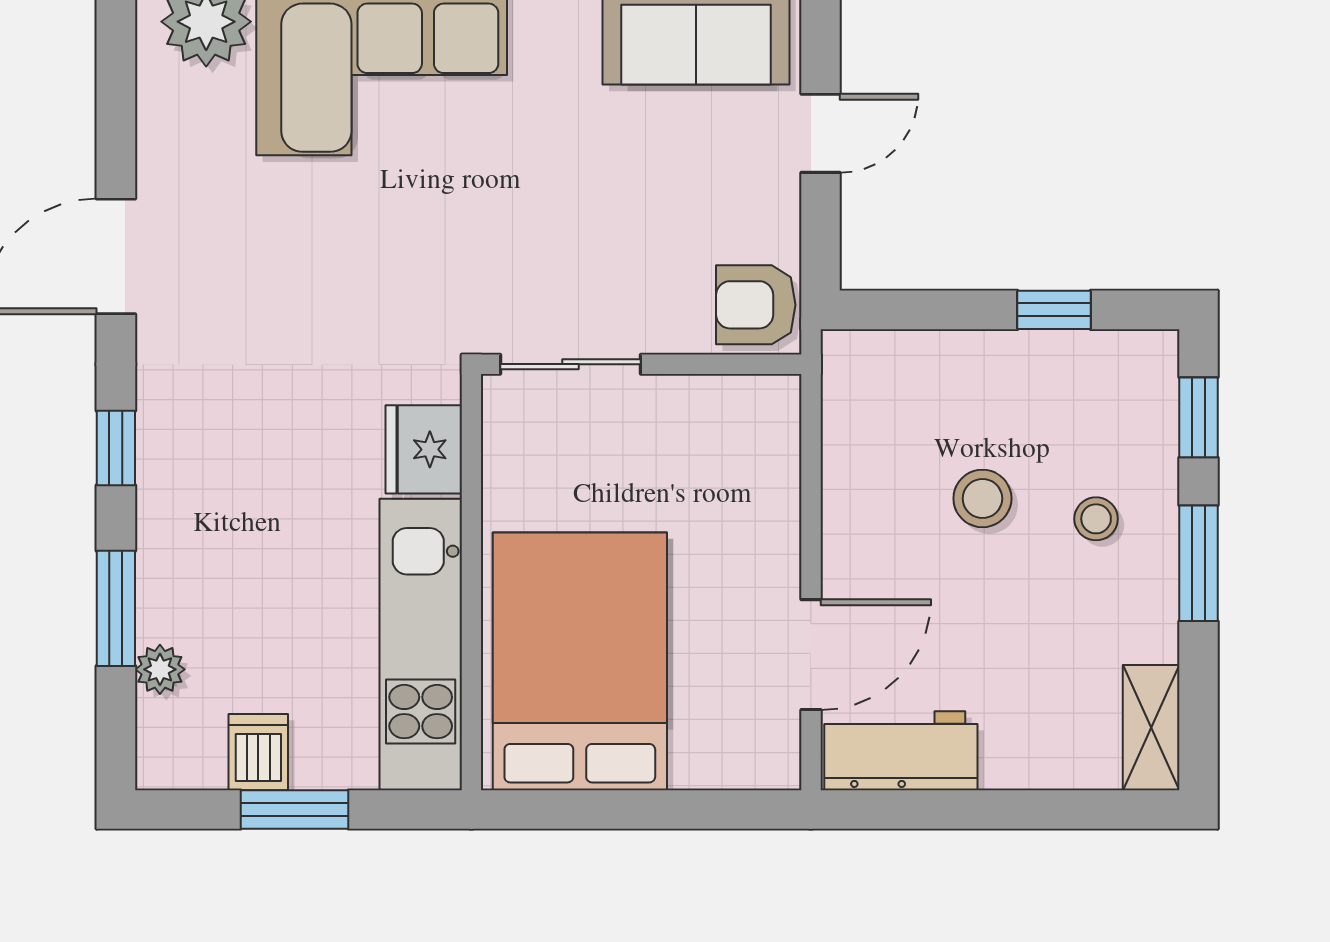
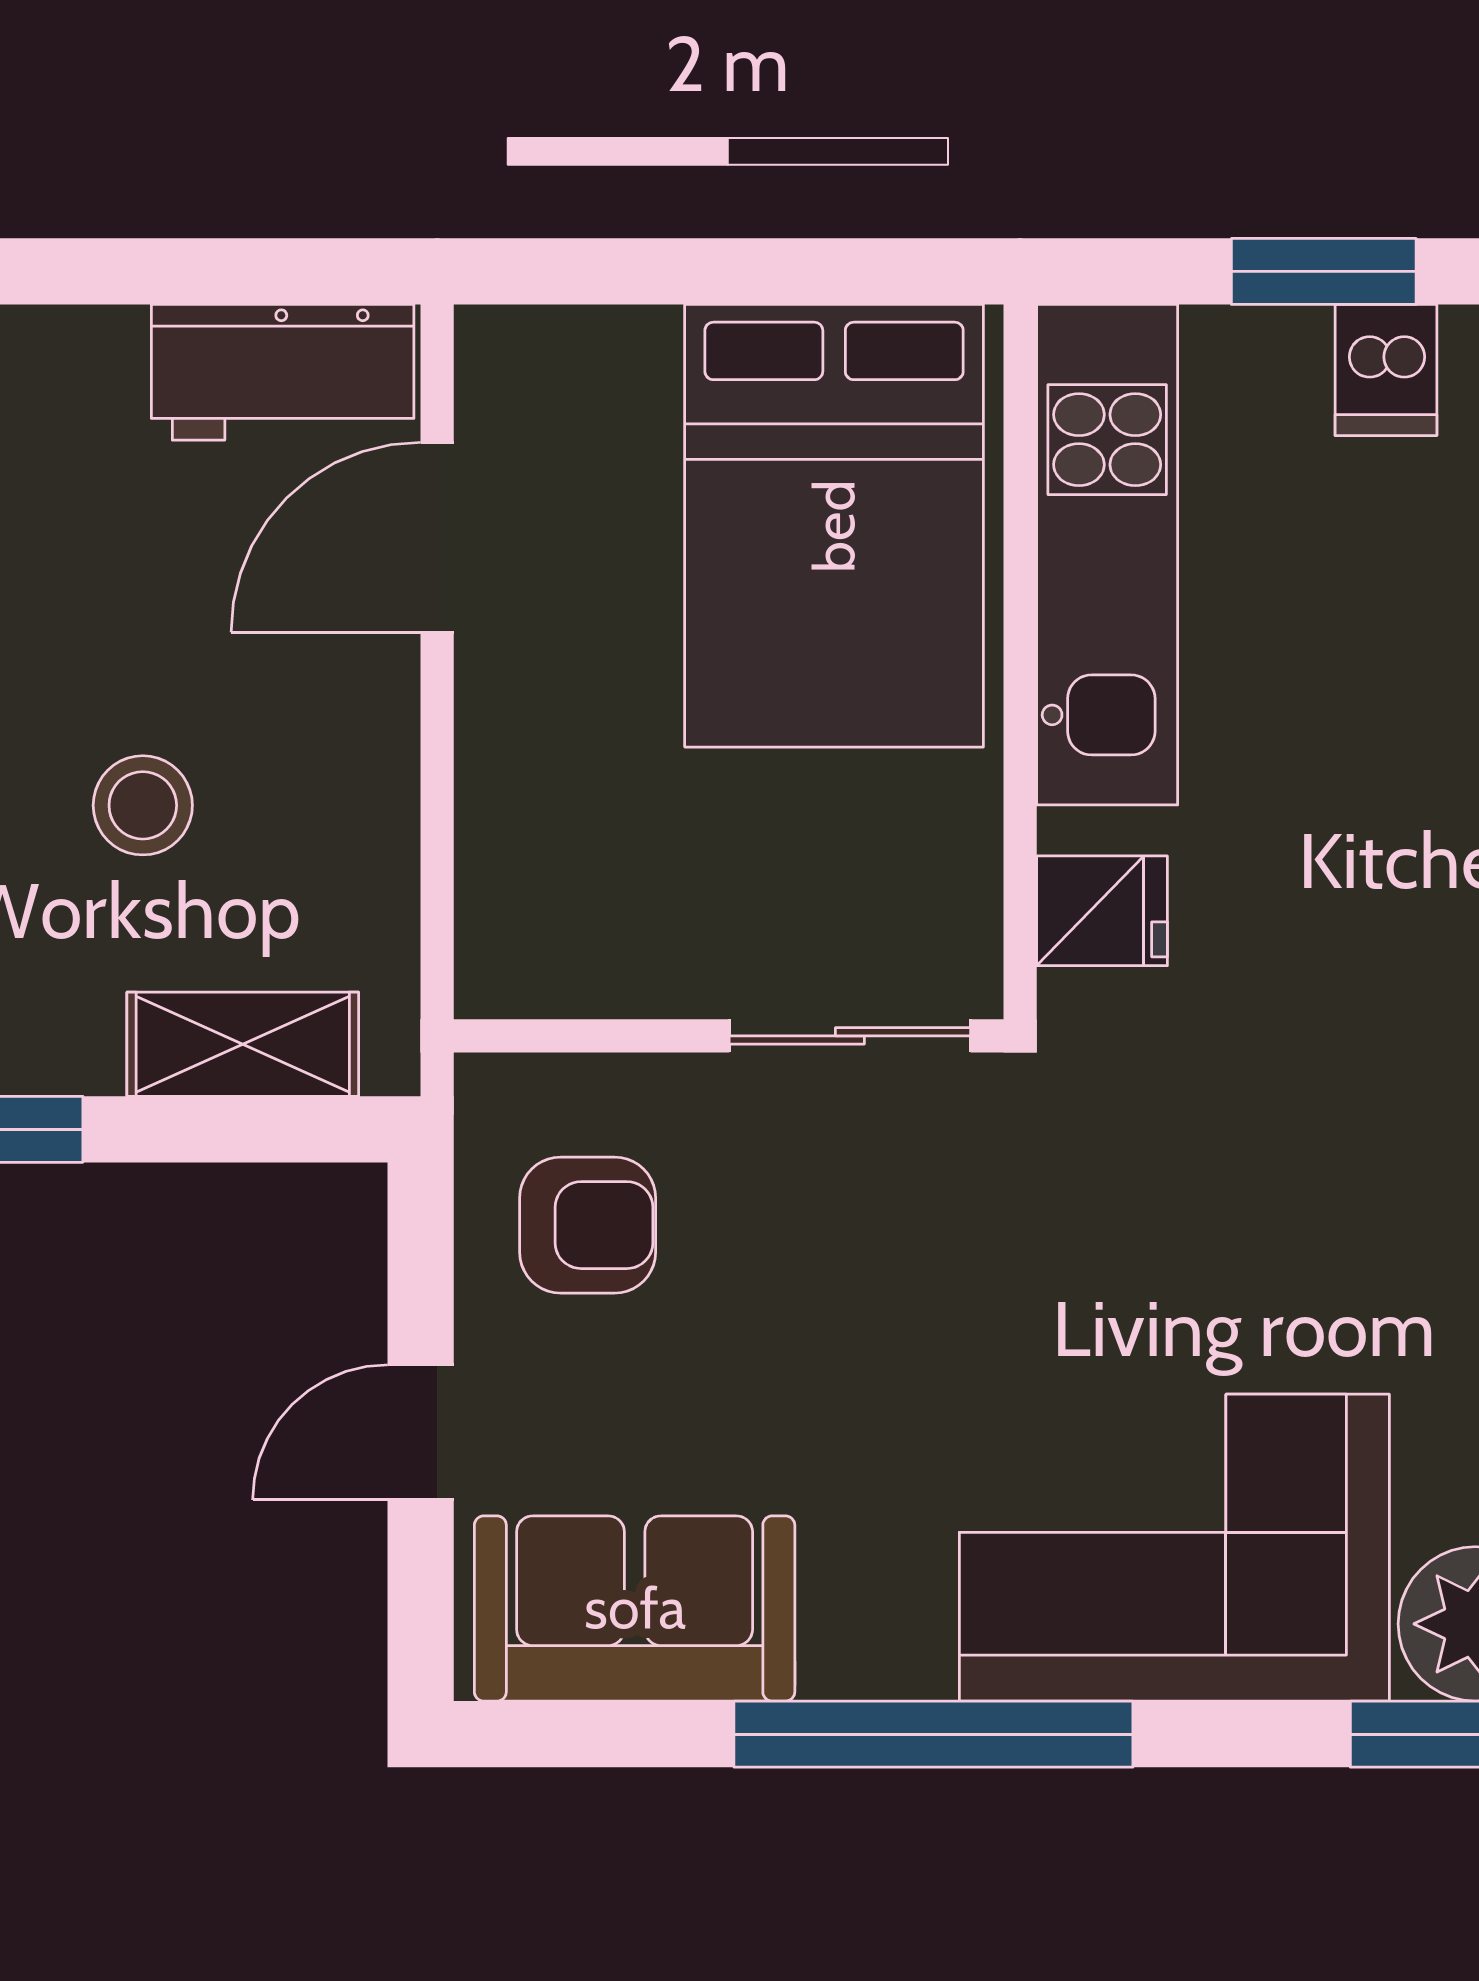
armchair: (756, 305) -> (588, 1225), moved
shelving: (924, 359) -> (243, 1044), added
fridge: (424, 449) -> (1102, 911), width x0.72

